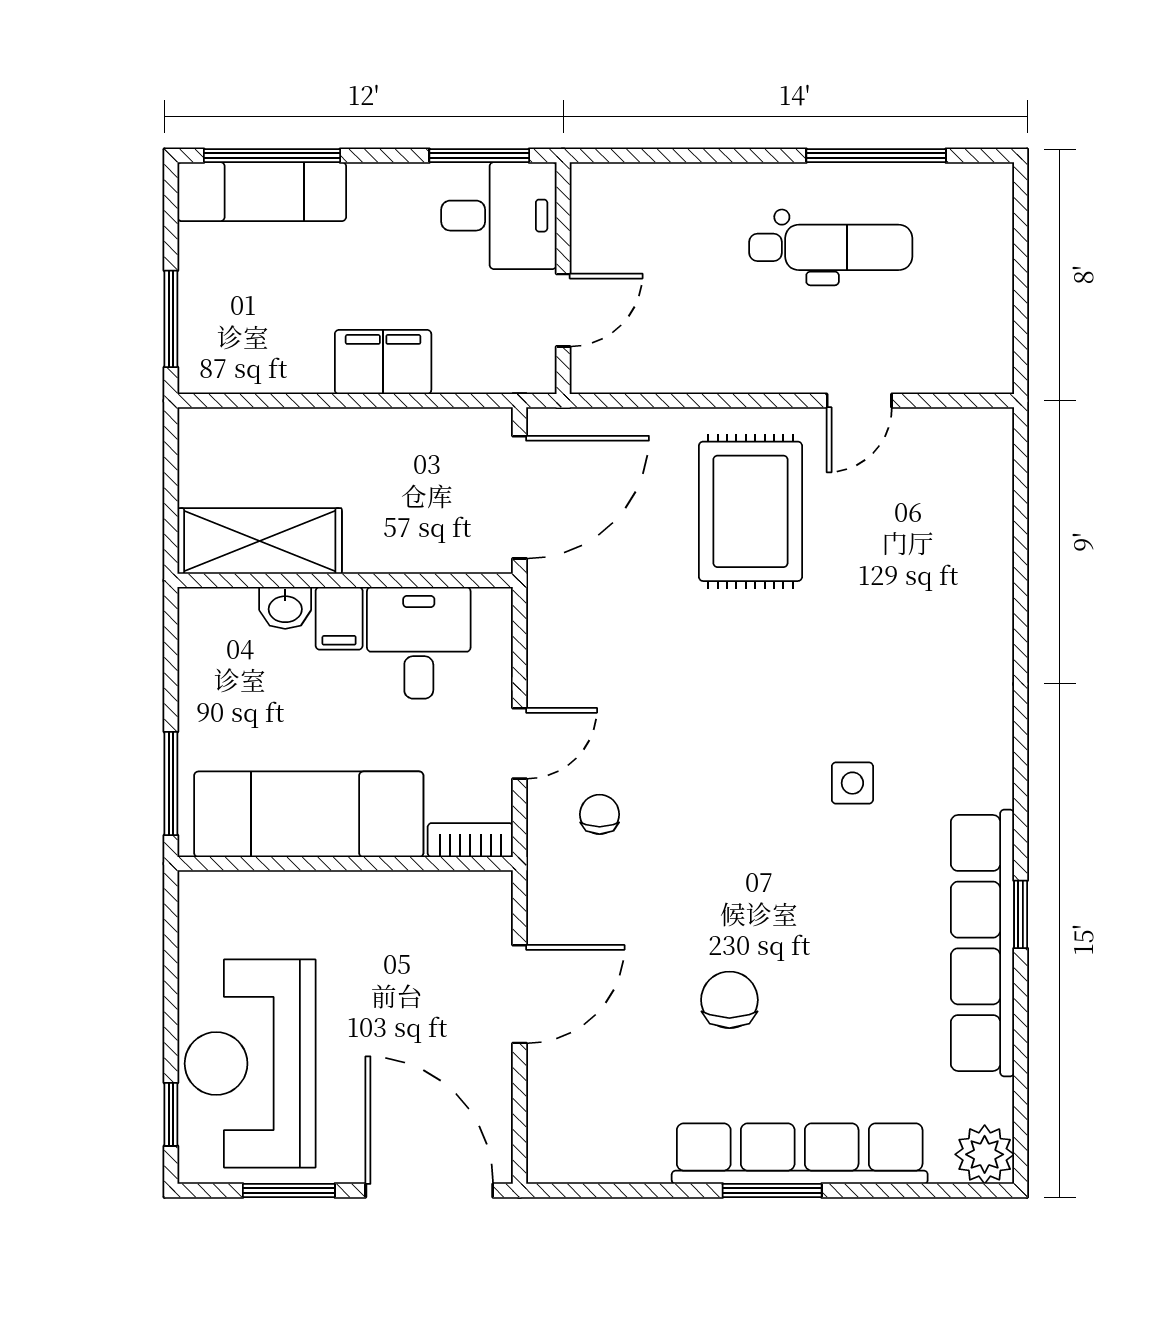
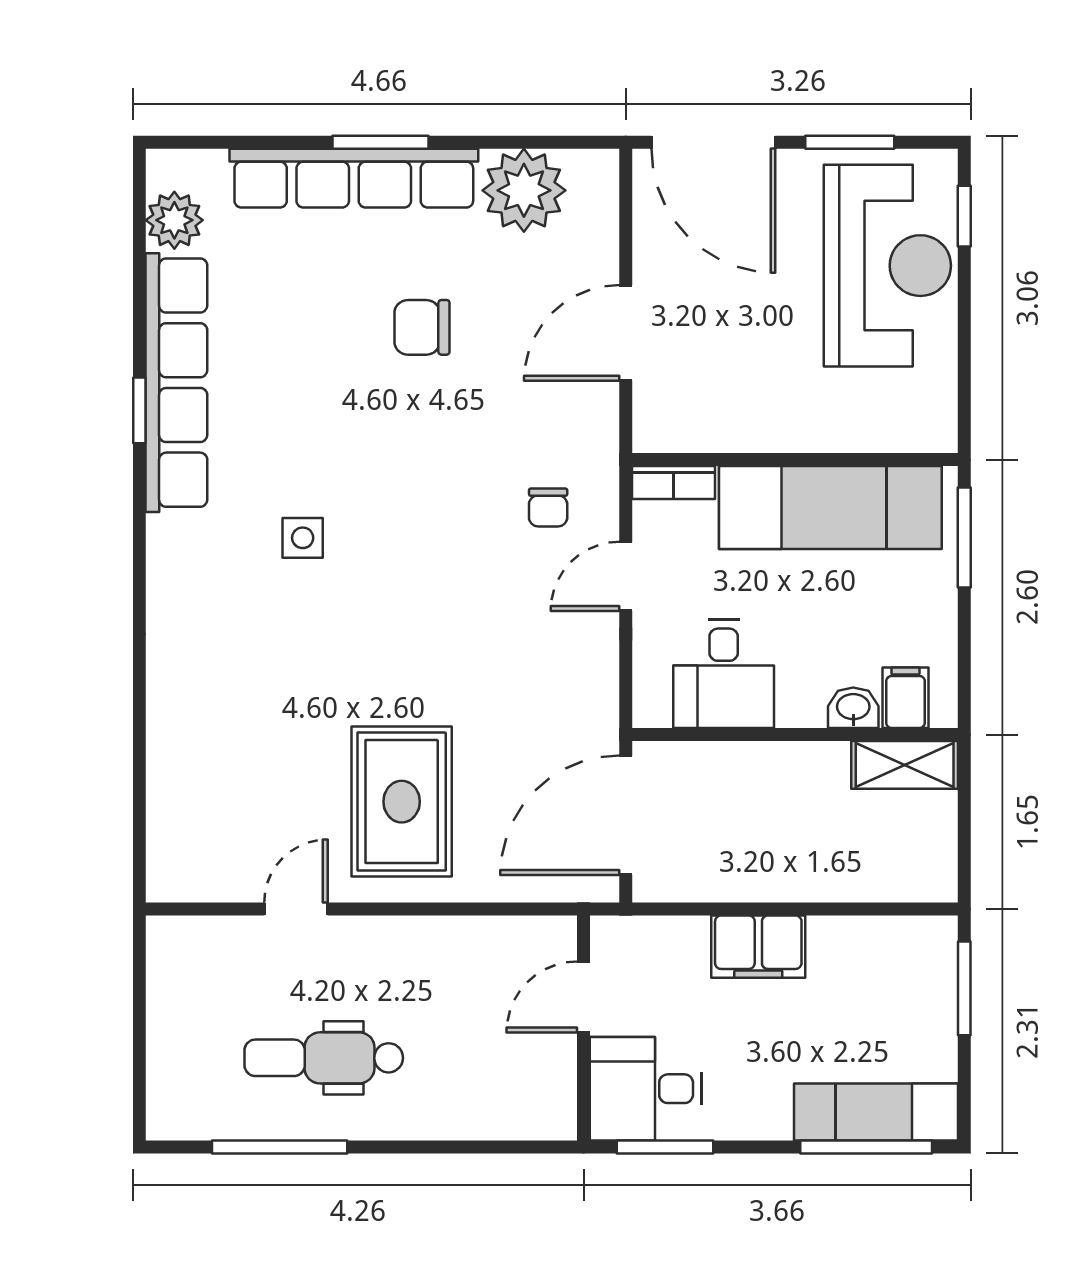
shelving: (260, 541) -> (905, 765), width x0.67, depth x0.75
filing cabinet: (339, 618) -> (906, 698), moved
chair: (729, 1000) -> (422, 327), turned 90
plant: (624, 1141) -> (524, 190), added
plant: (985, 1154) -> (174, 220), moved

